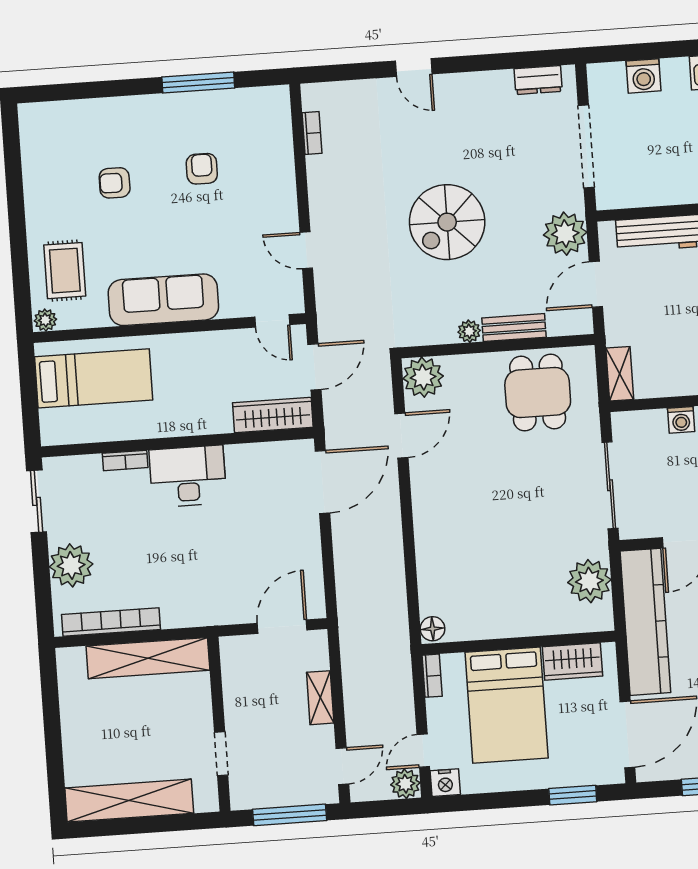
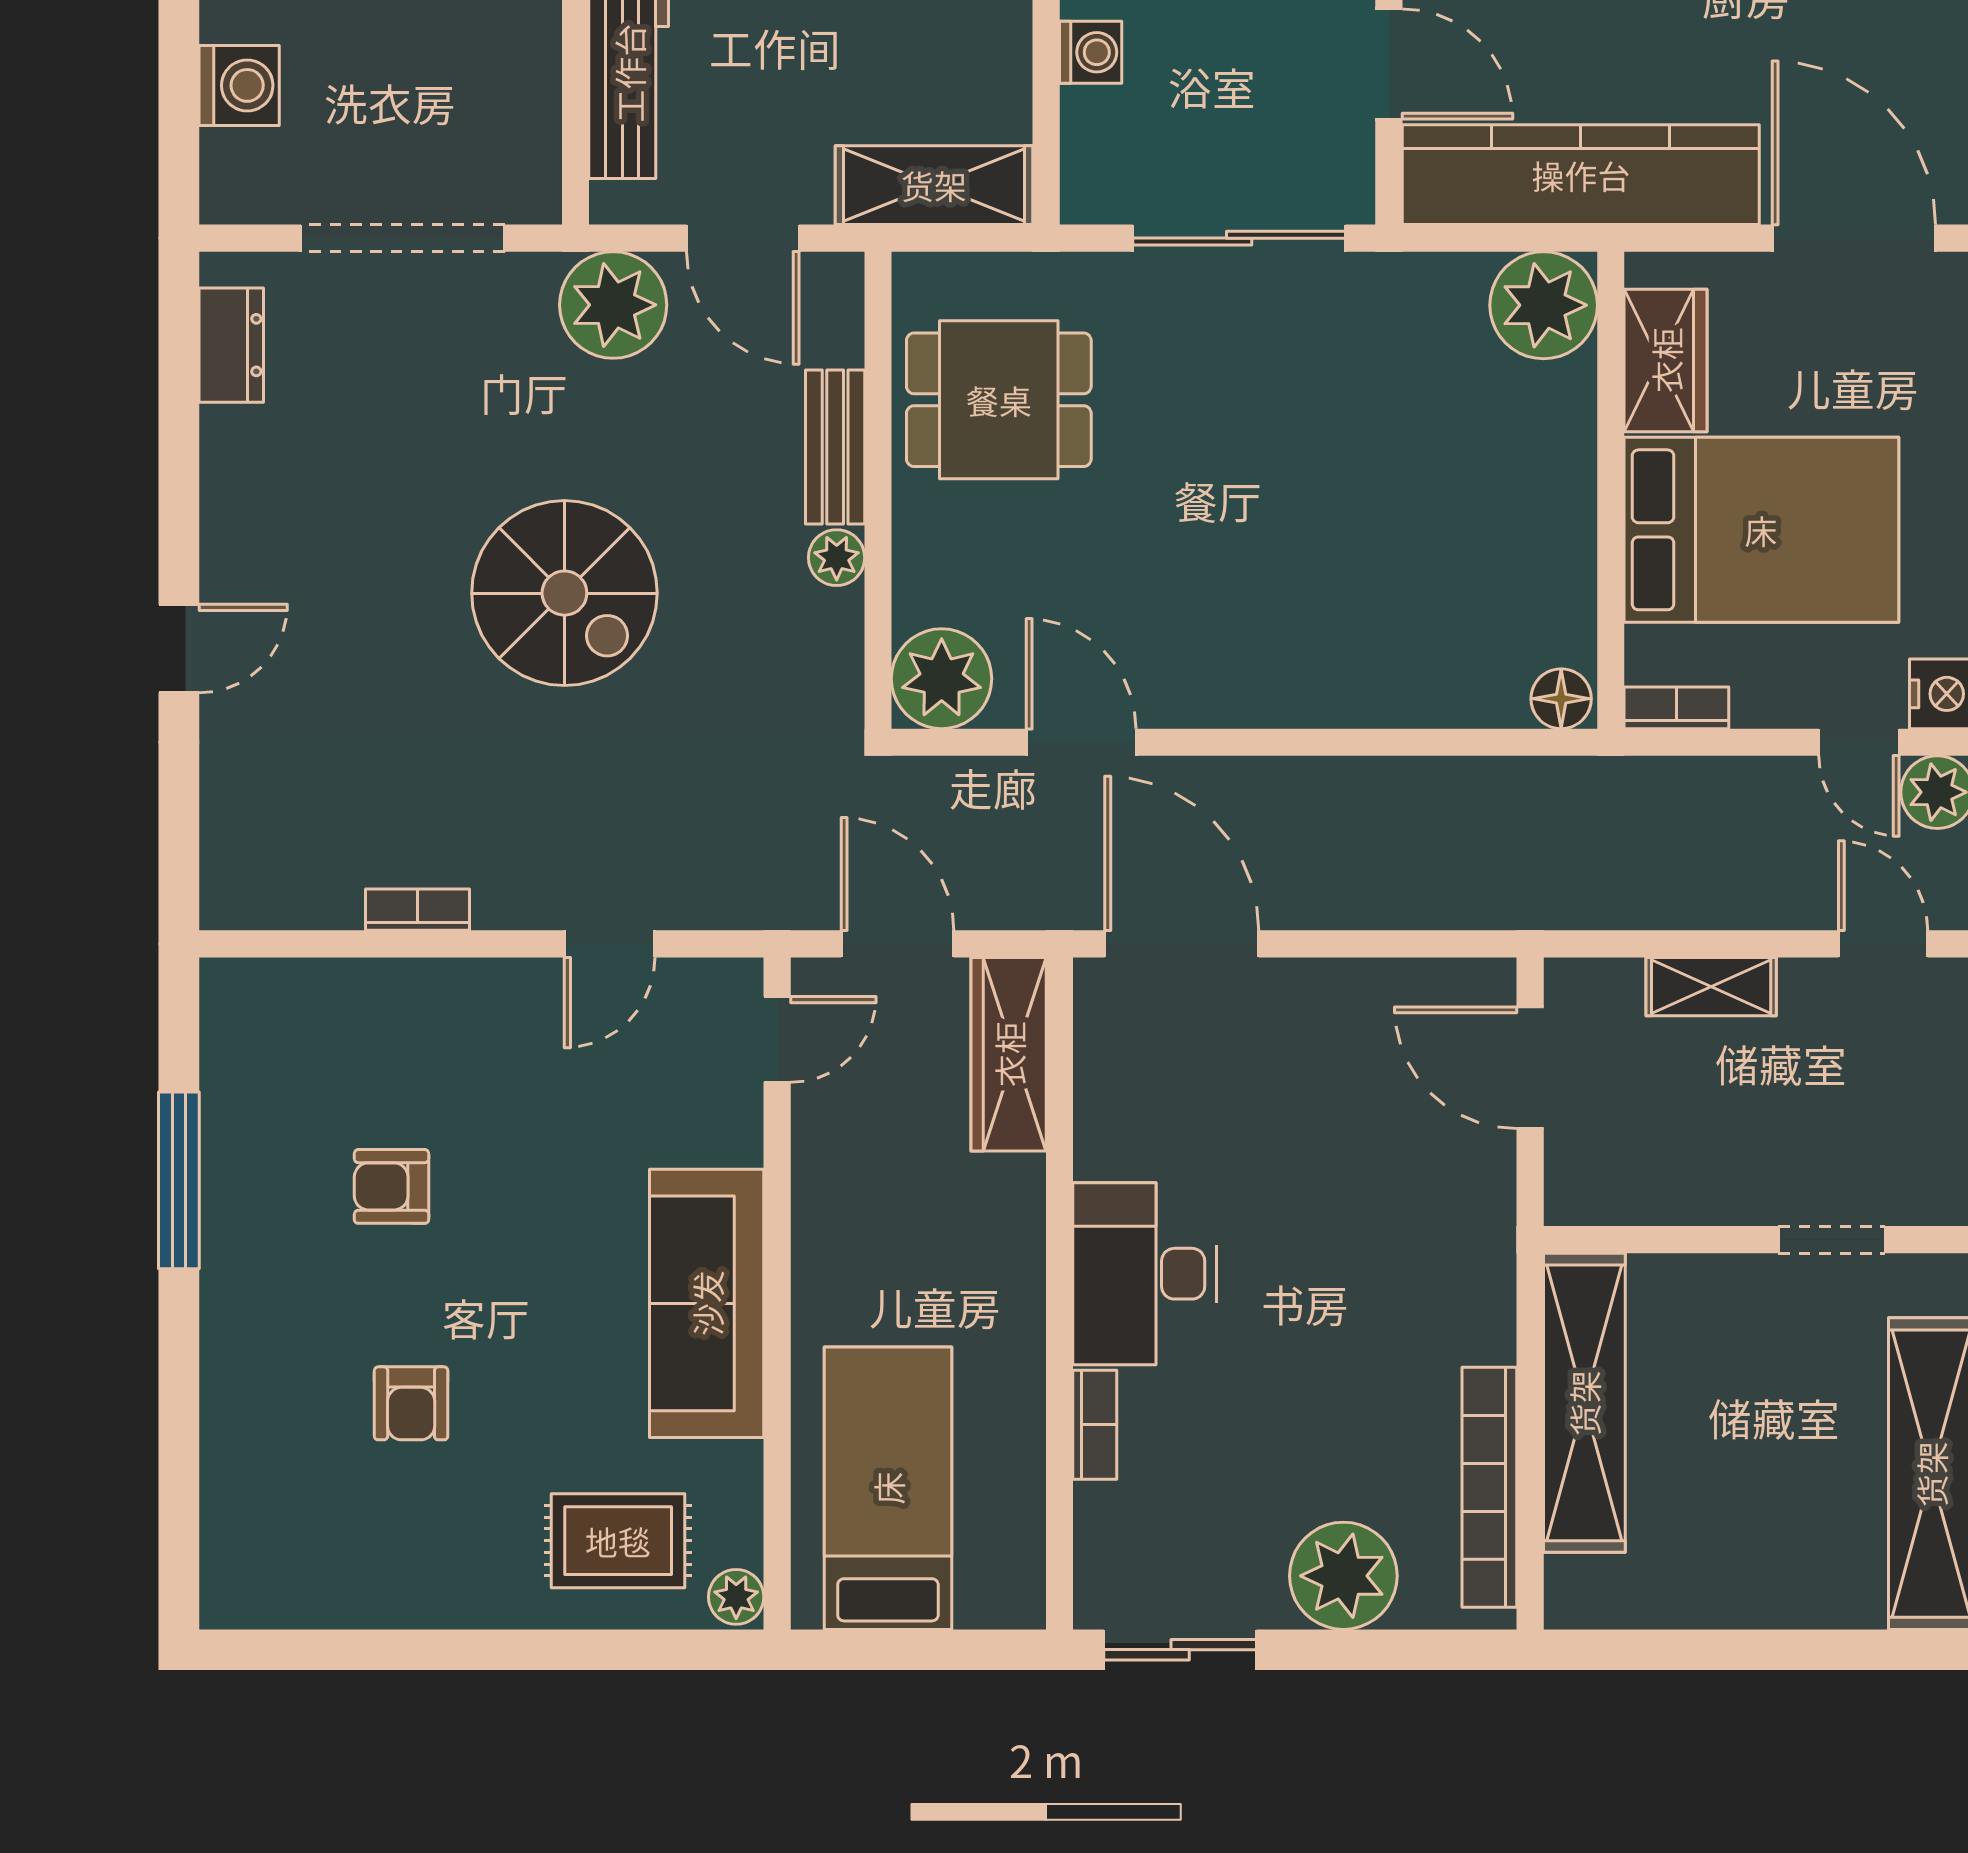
bookcase: (312, 133) -> (418, 910), moved
shelving: (620, 374) -> (934, 185), width x1.50, depth x1.33
plant: (589, 581) -> (1544, 305), moved

